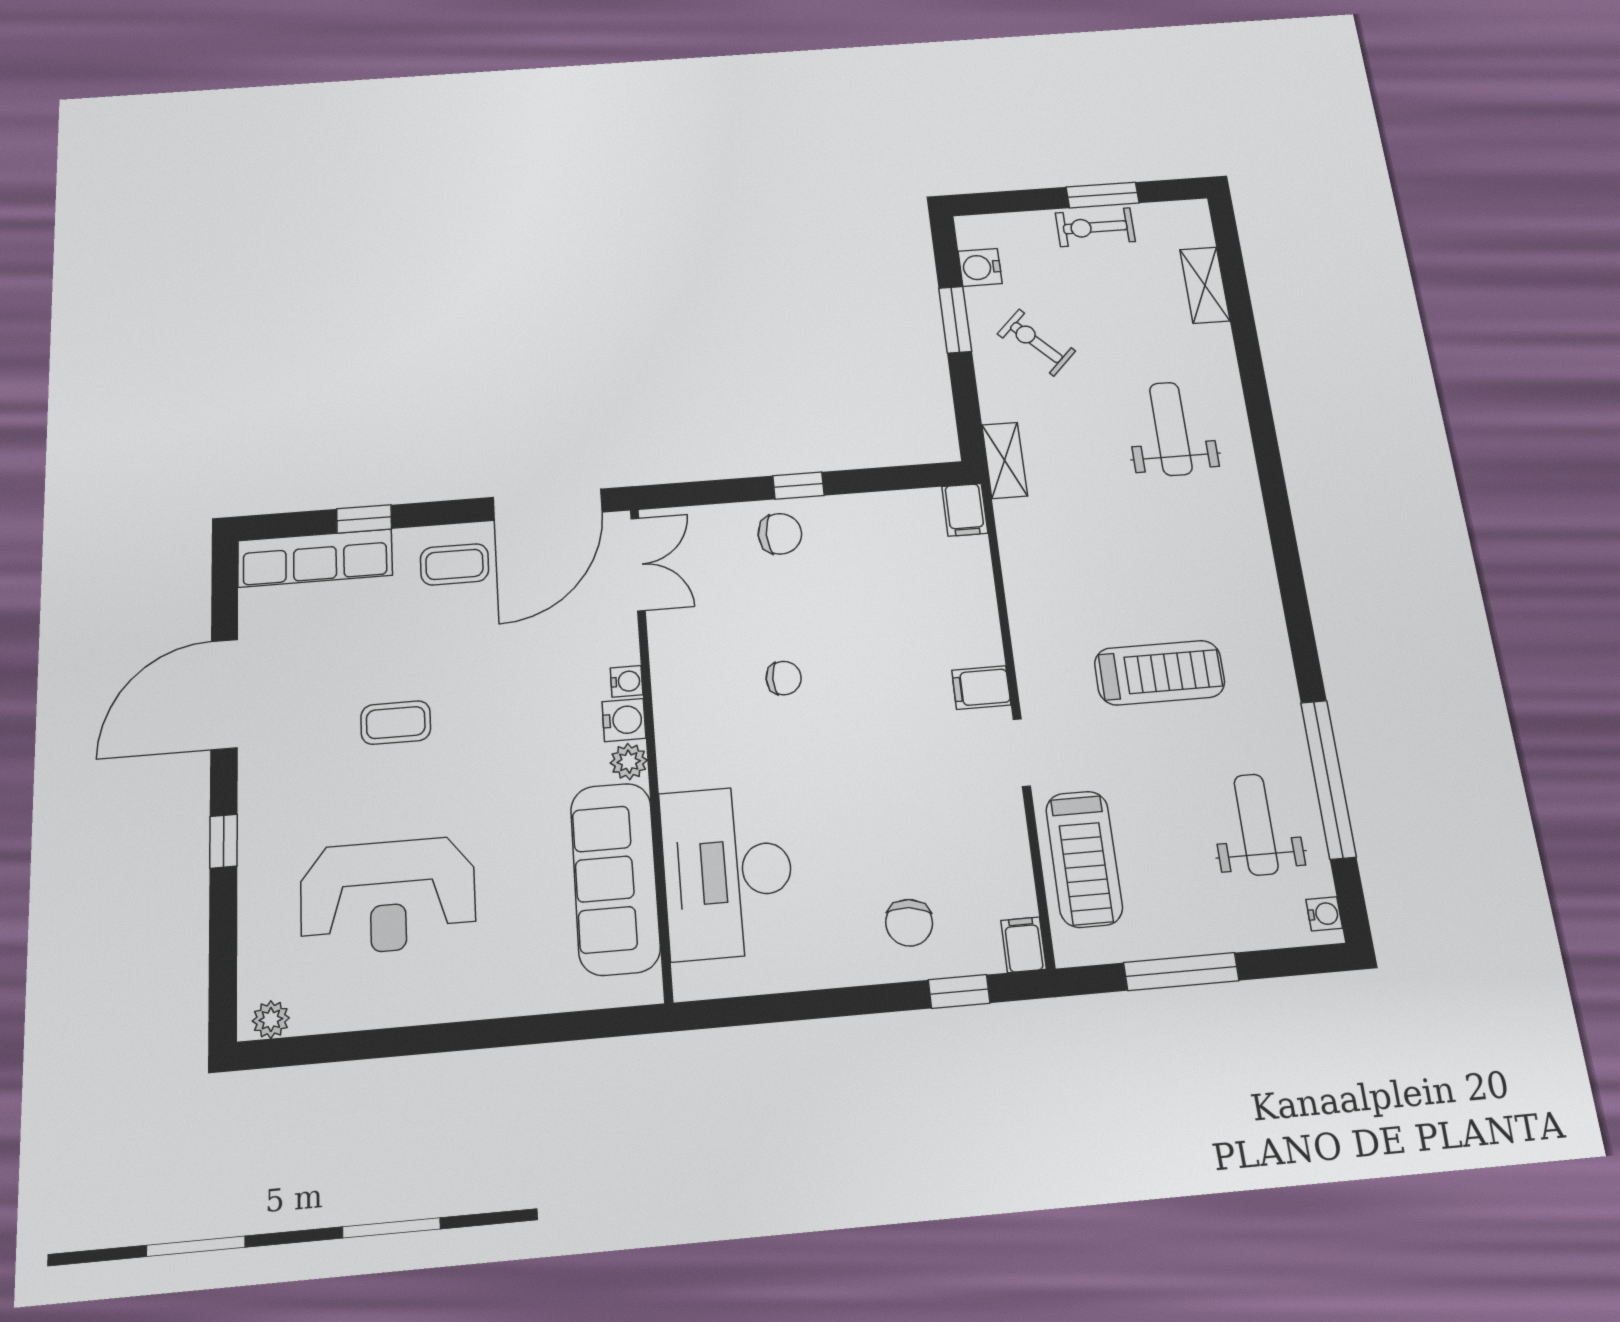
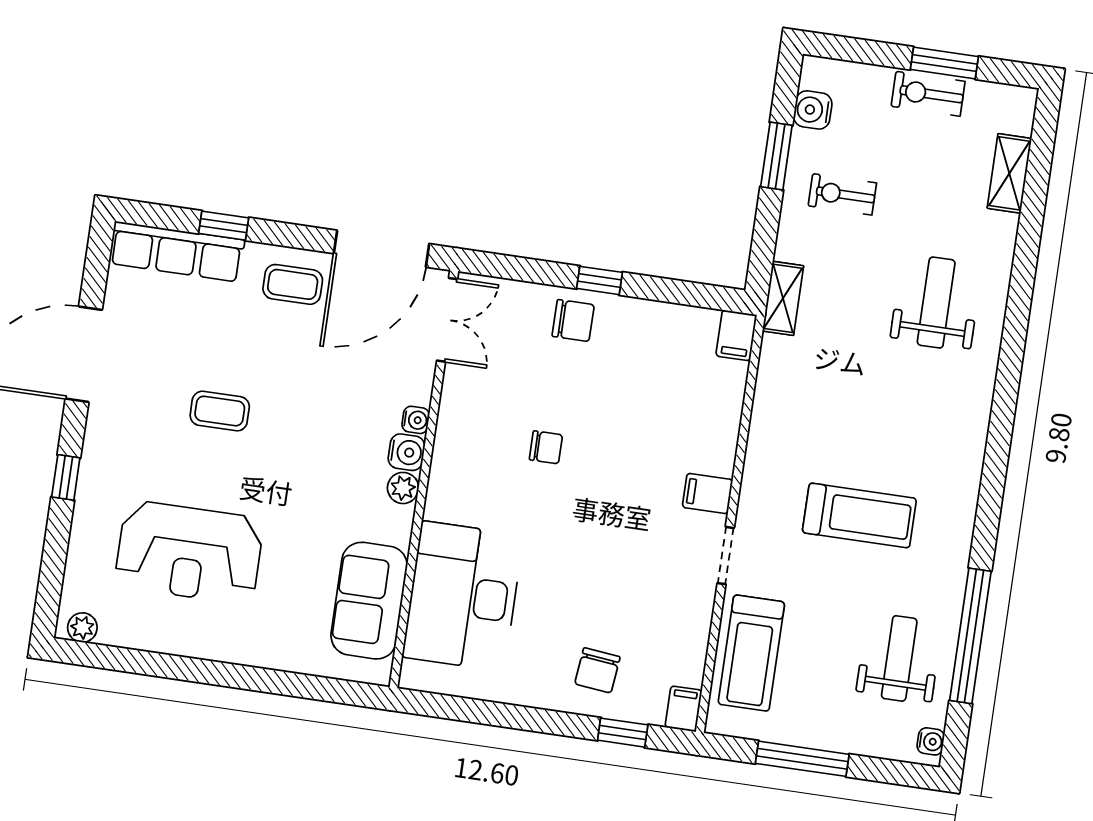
exercise bike: (1036, 342) -> (842, 194), turned -45
sofa: (615, 878) -> (369, 601), width x0.73

